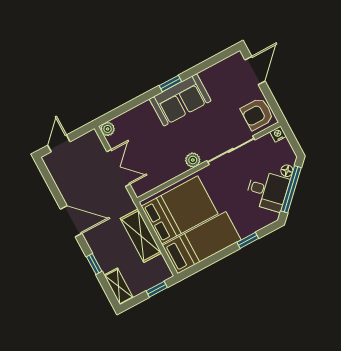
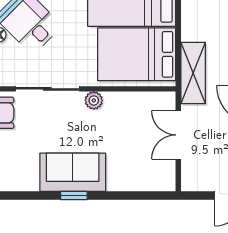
plant: (108, 129) -> (167, 183), removed
shelving: (141, 236) -> (193, 73), moved

